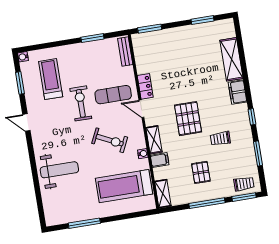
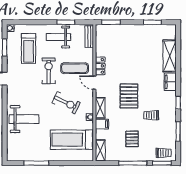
weight bench: (86, 58) -> (58, 37), added
treadmill: (51, 79) -> (29, 48), turned 180

